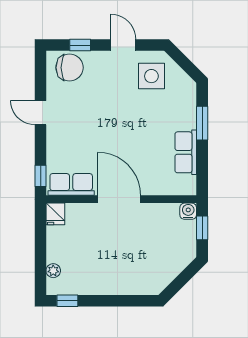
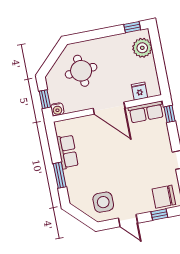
fridge: (55, 214) -> (140, 91), moved
round table: (147, 256) -> (81, 71), added
plant: (53, 271) -> (142, 48), width x1.87, depth x1.87

